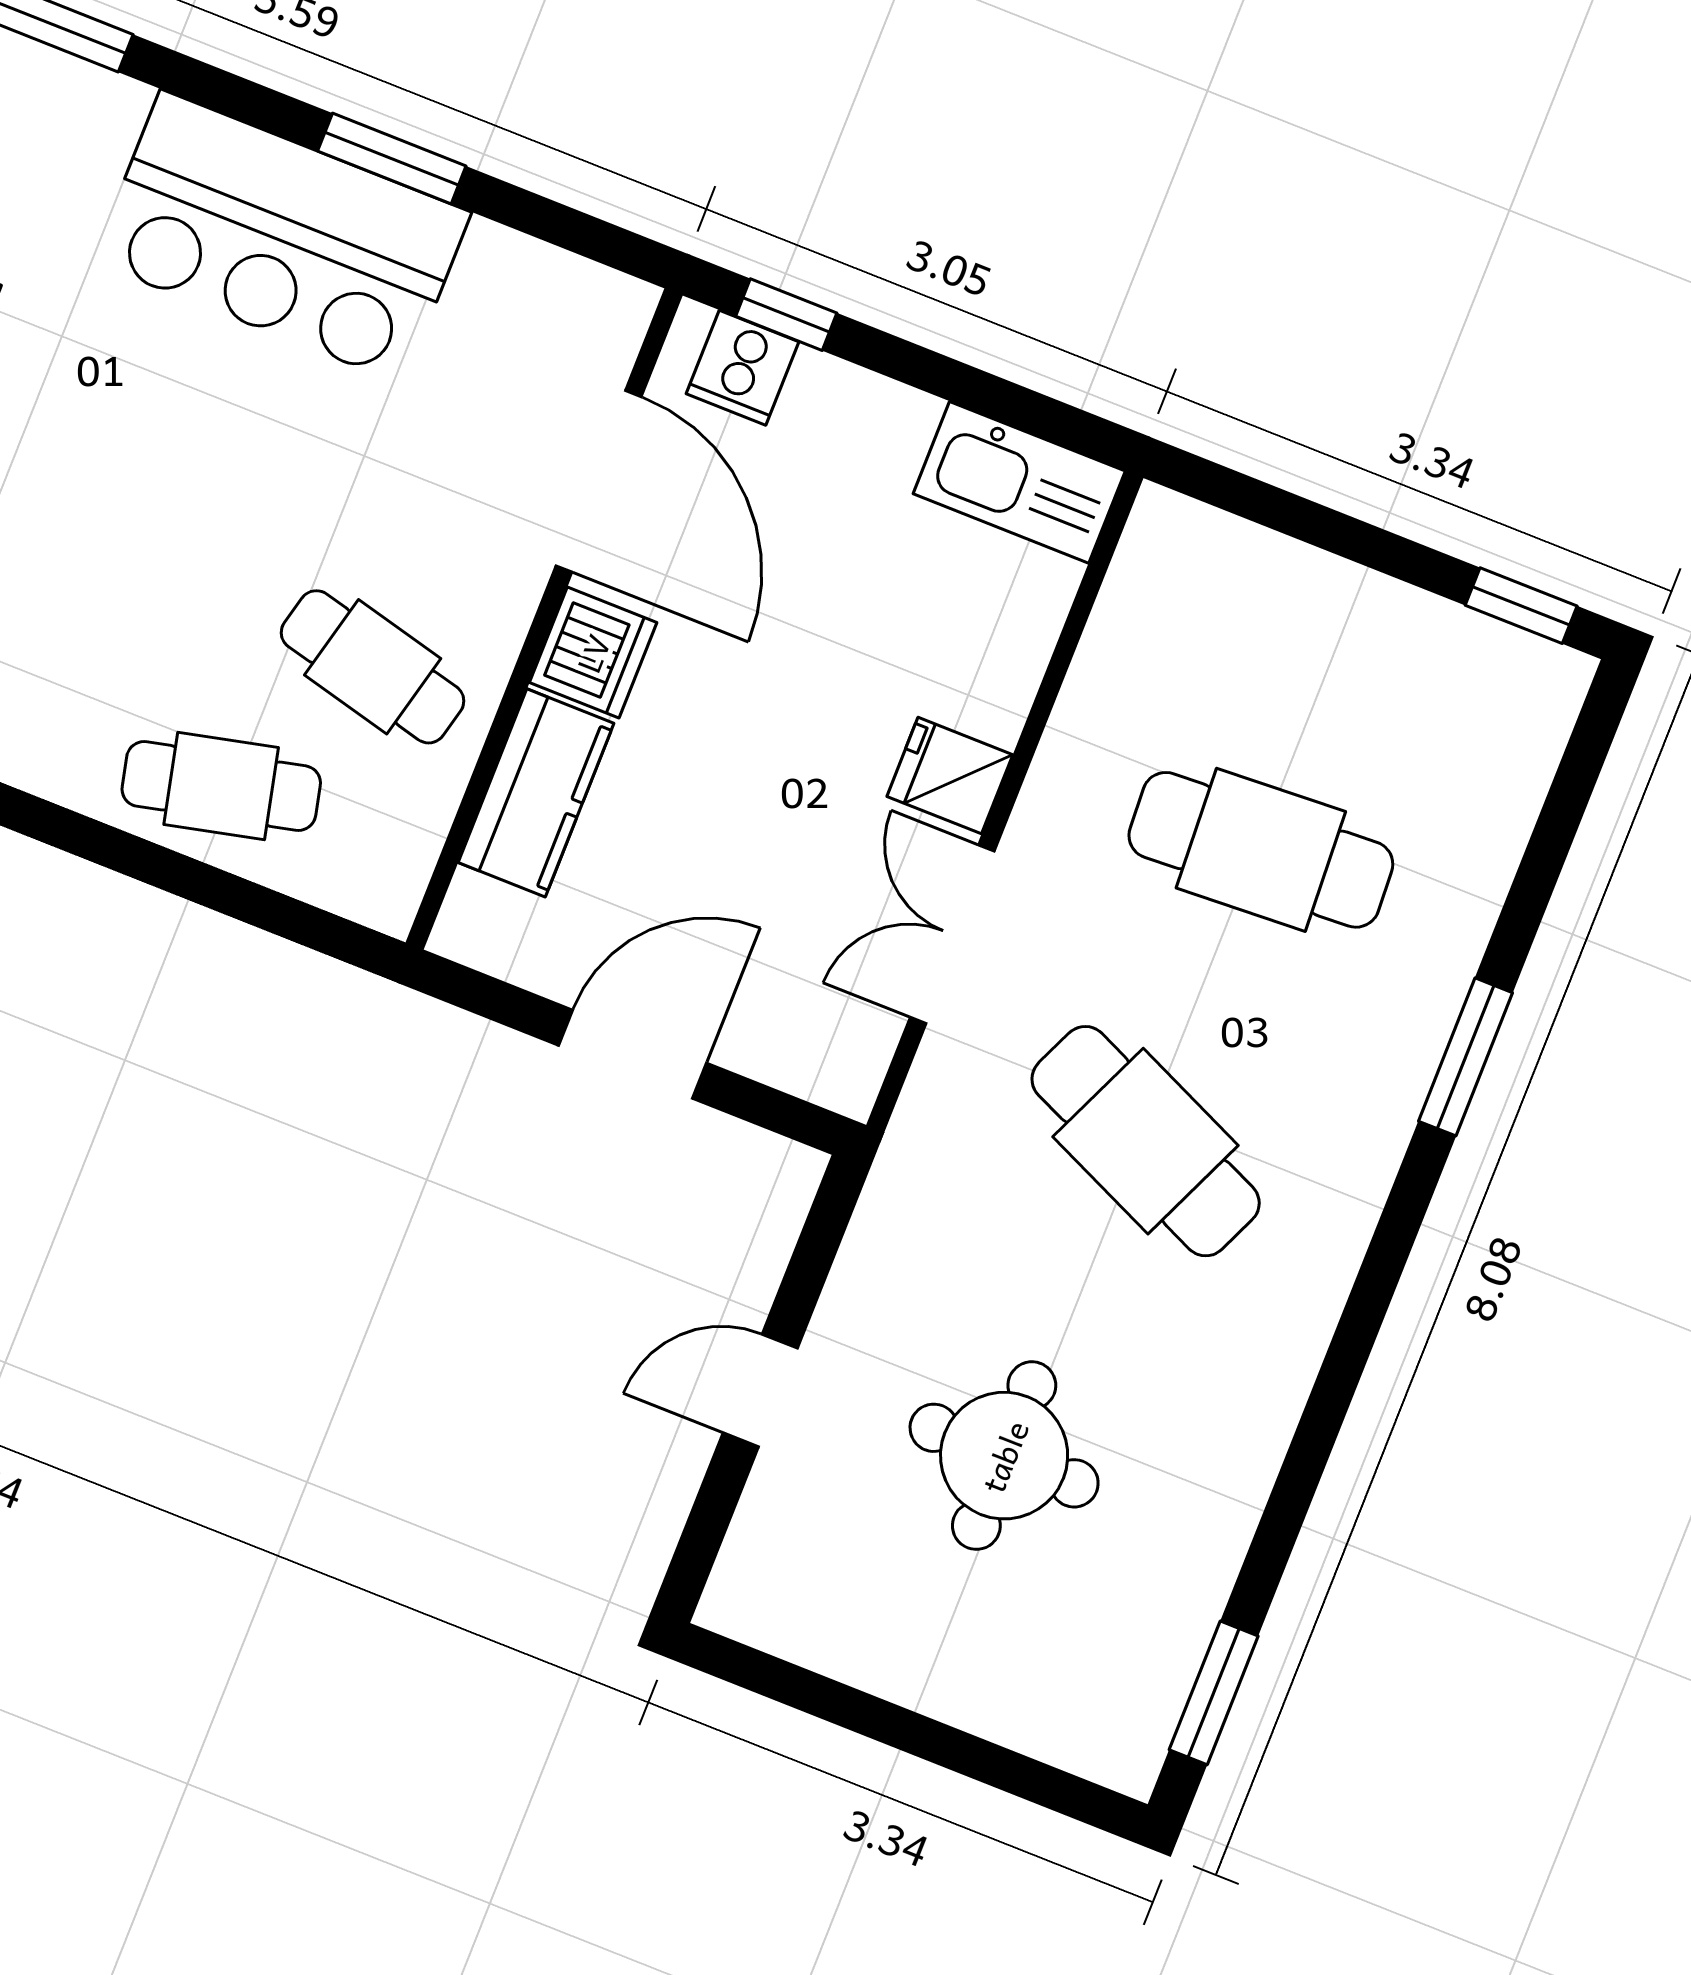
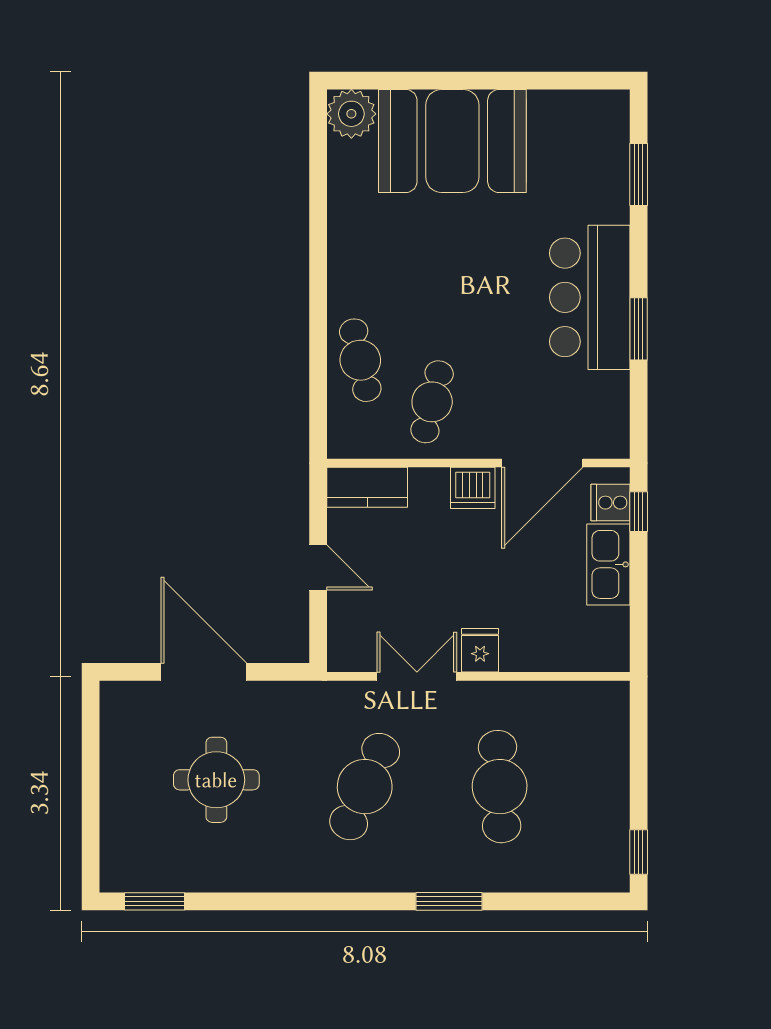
kitchen sink: (1019, 482) -> (608, 564), moved
kitchen counter: (536, 793) -> (367, 487), moved
door: (633, 1054) -> (318, 567), width x0.73
door: (760, 1391) -> (204, 672), width x1.87

